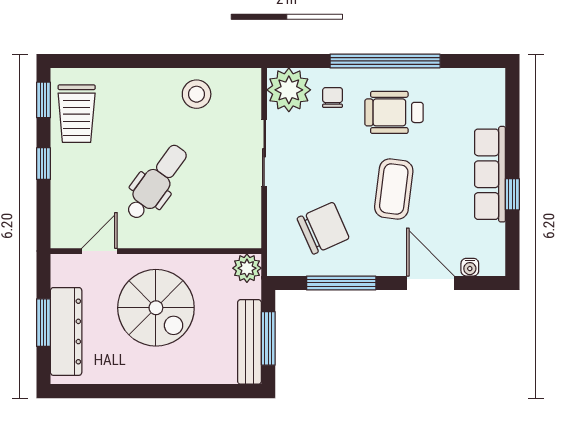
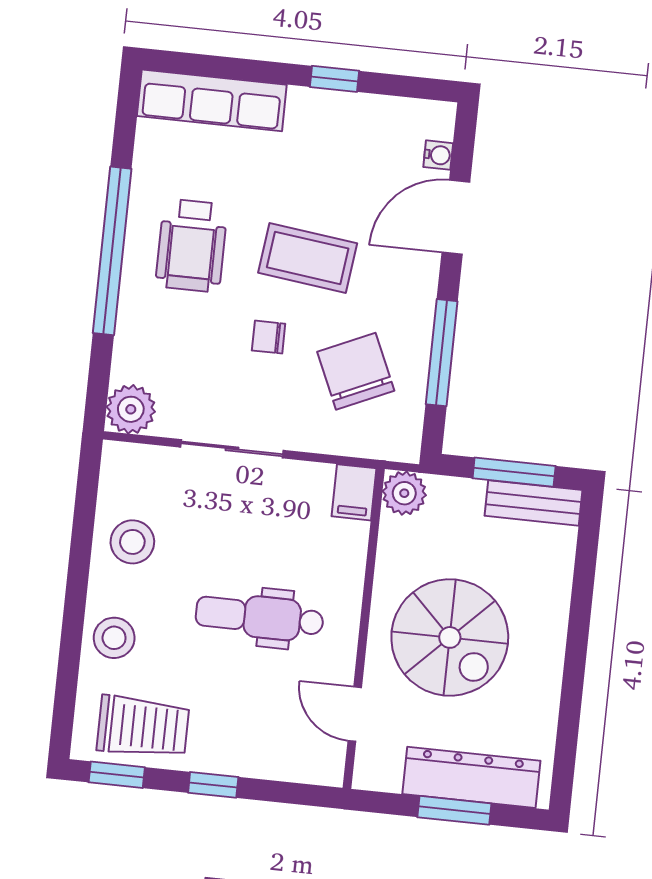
stool: (133, 89) -> (114, 638), added
plant: (289, 90) -> (131, 409), width x0.73, depth x0.73
chair: (333, 97) -> (269, 337), moved
row of seats: (490, 174) -> (212, 100), moved
dental chair: (156, 182) -> (260, 617), turned -36
filing cabinet: (244, 235) -> (354, 492), added
spiral stairs: (156, 308) -> (450, 637), turned 90
bench: (249, 342) -> (534, 503), width x0.73

